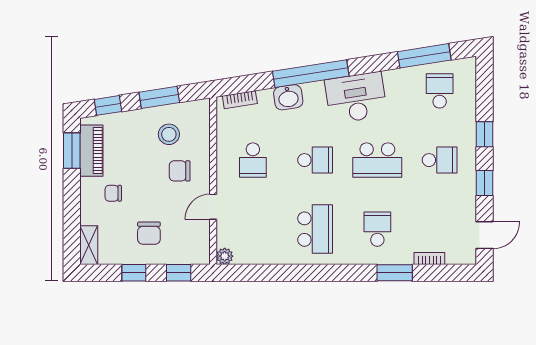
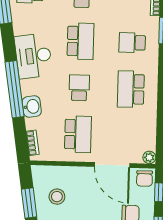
school desk: (253, 160) -> (78, 134), width x1.85
chair: (180, 171) -> (144, 178), moved
door: (213, 207) -> (112, 165), width x1.88
school desk: (315, 229) -> (131, 89), turned -90

